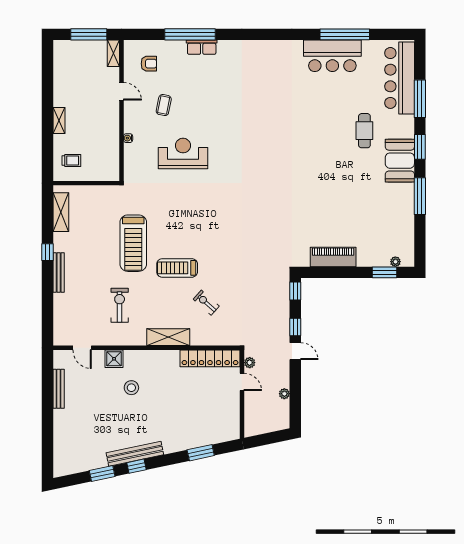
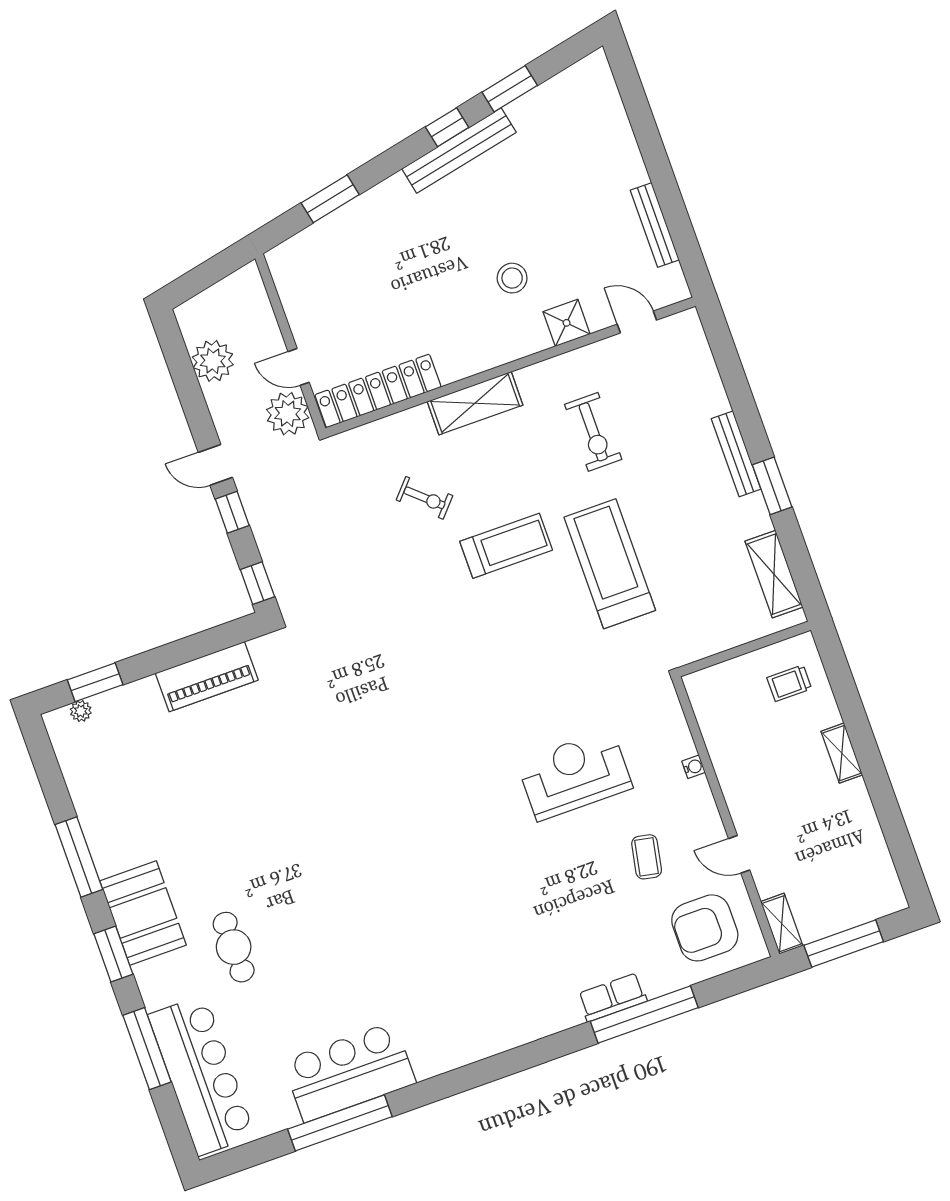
armchair: (149, 64) -> (705, 928), width x1.88, depth x1.88
reception desk: (183, 154) -> (575, 775), turned 180
window: (48, 252) -> (772, 486), width x1.50
plant: (250, 363) -> (288, 414), width x1.87, depth x1.87
plant: (284, 394) -> (213, 361), width x1.88, depth x1.88

